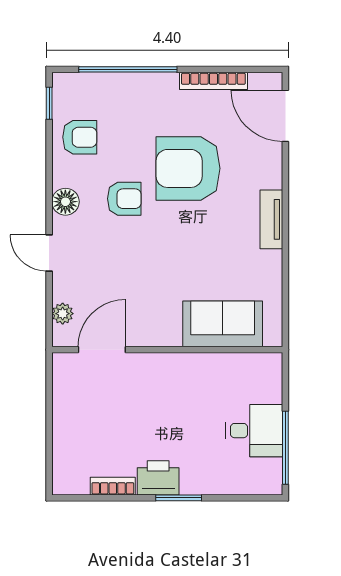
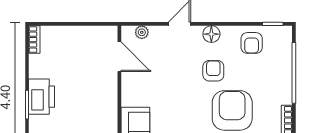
armchair: (124, 199) -> (213, 71), turned 180
printer: (158, 478) -> (42, 97), width x1.37, depth x1.19
bookcase: (113, 486) -> (34, 40), moved

